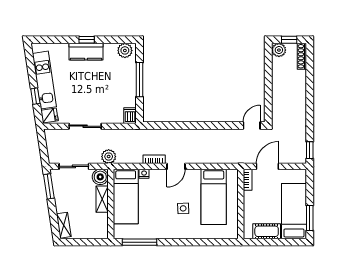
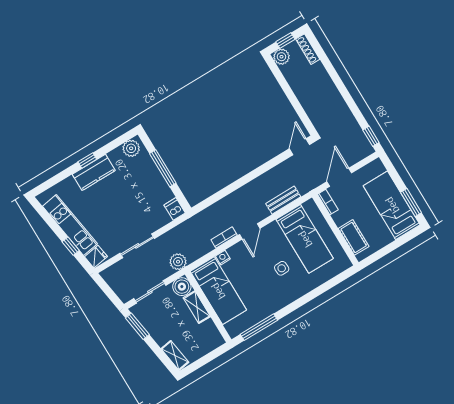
bench: (215, 158) -> (283, 200), added
cot: (267, 231) -> (354, 237), moved, turned 90

